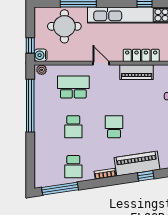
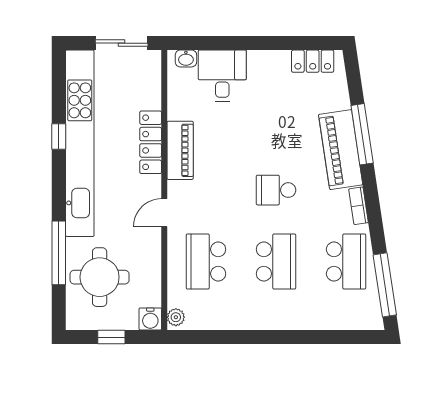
window: (30, 45) -> (111, 337), moved
window: (30, 106) -> (239, 337), removed
school desk: (73, 127) -> (276, 262), width x1.85
school desk: (73, 167) -> (346, 262), width x1.85
window: (146, 176) -> (362, 134), width x2.17

